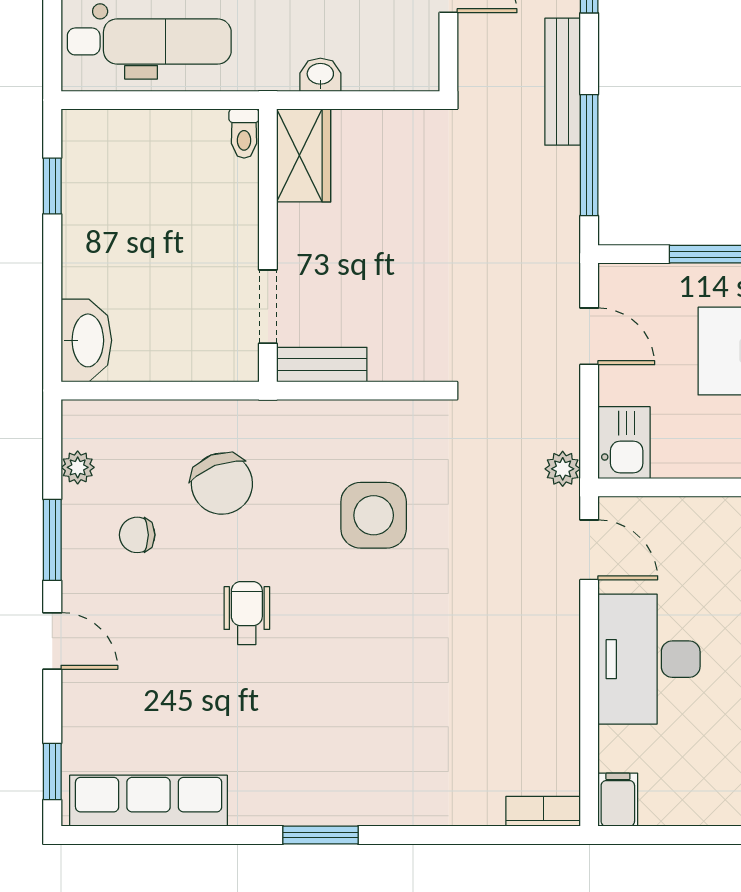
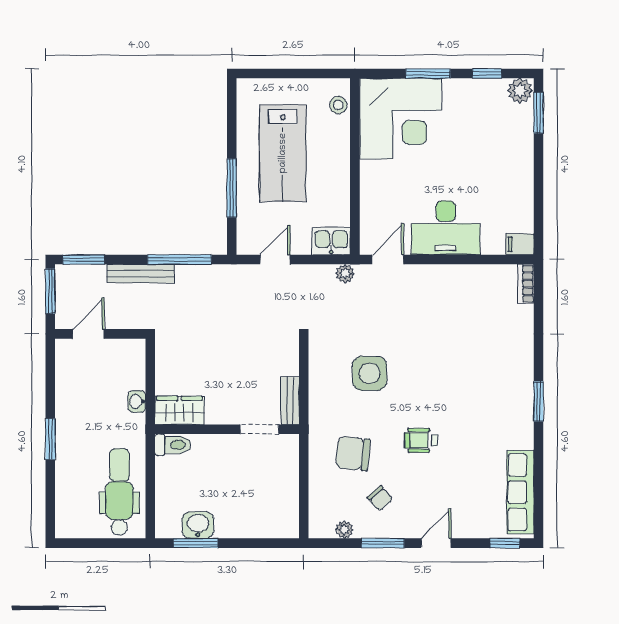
toilet: (244, 133) -> (173, 445), width x1.37, depth x1.39
window: (52, 186) -> (196, 543), width x1.50
washbasin: (86, 340) -> (198, 525), moved, width x0.72
chair: (222, 484) -> (353, 454), turned -153
chair: (137, 535) -> (380, 498), turned -41

